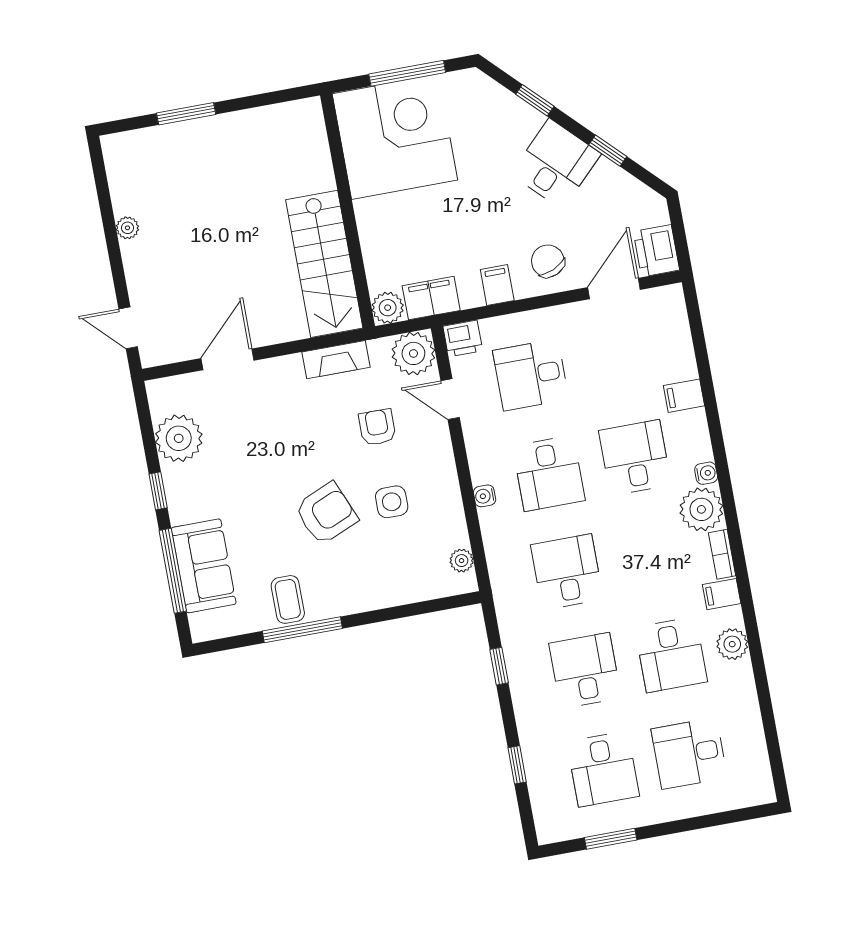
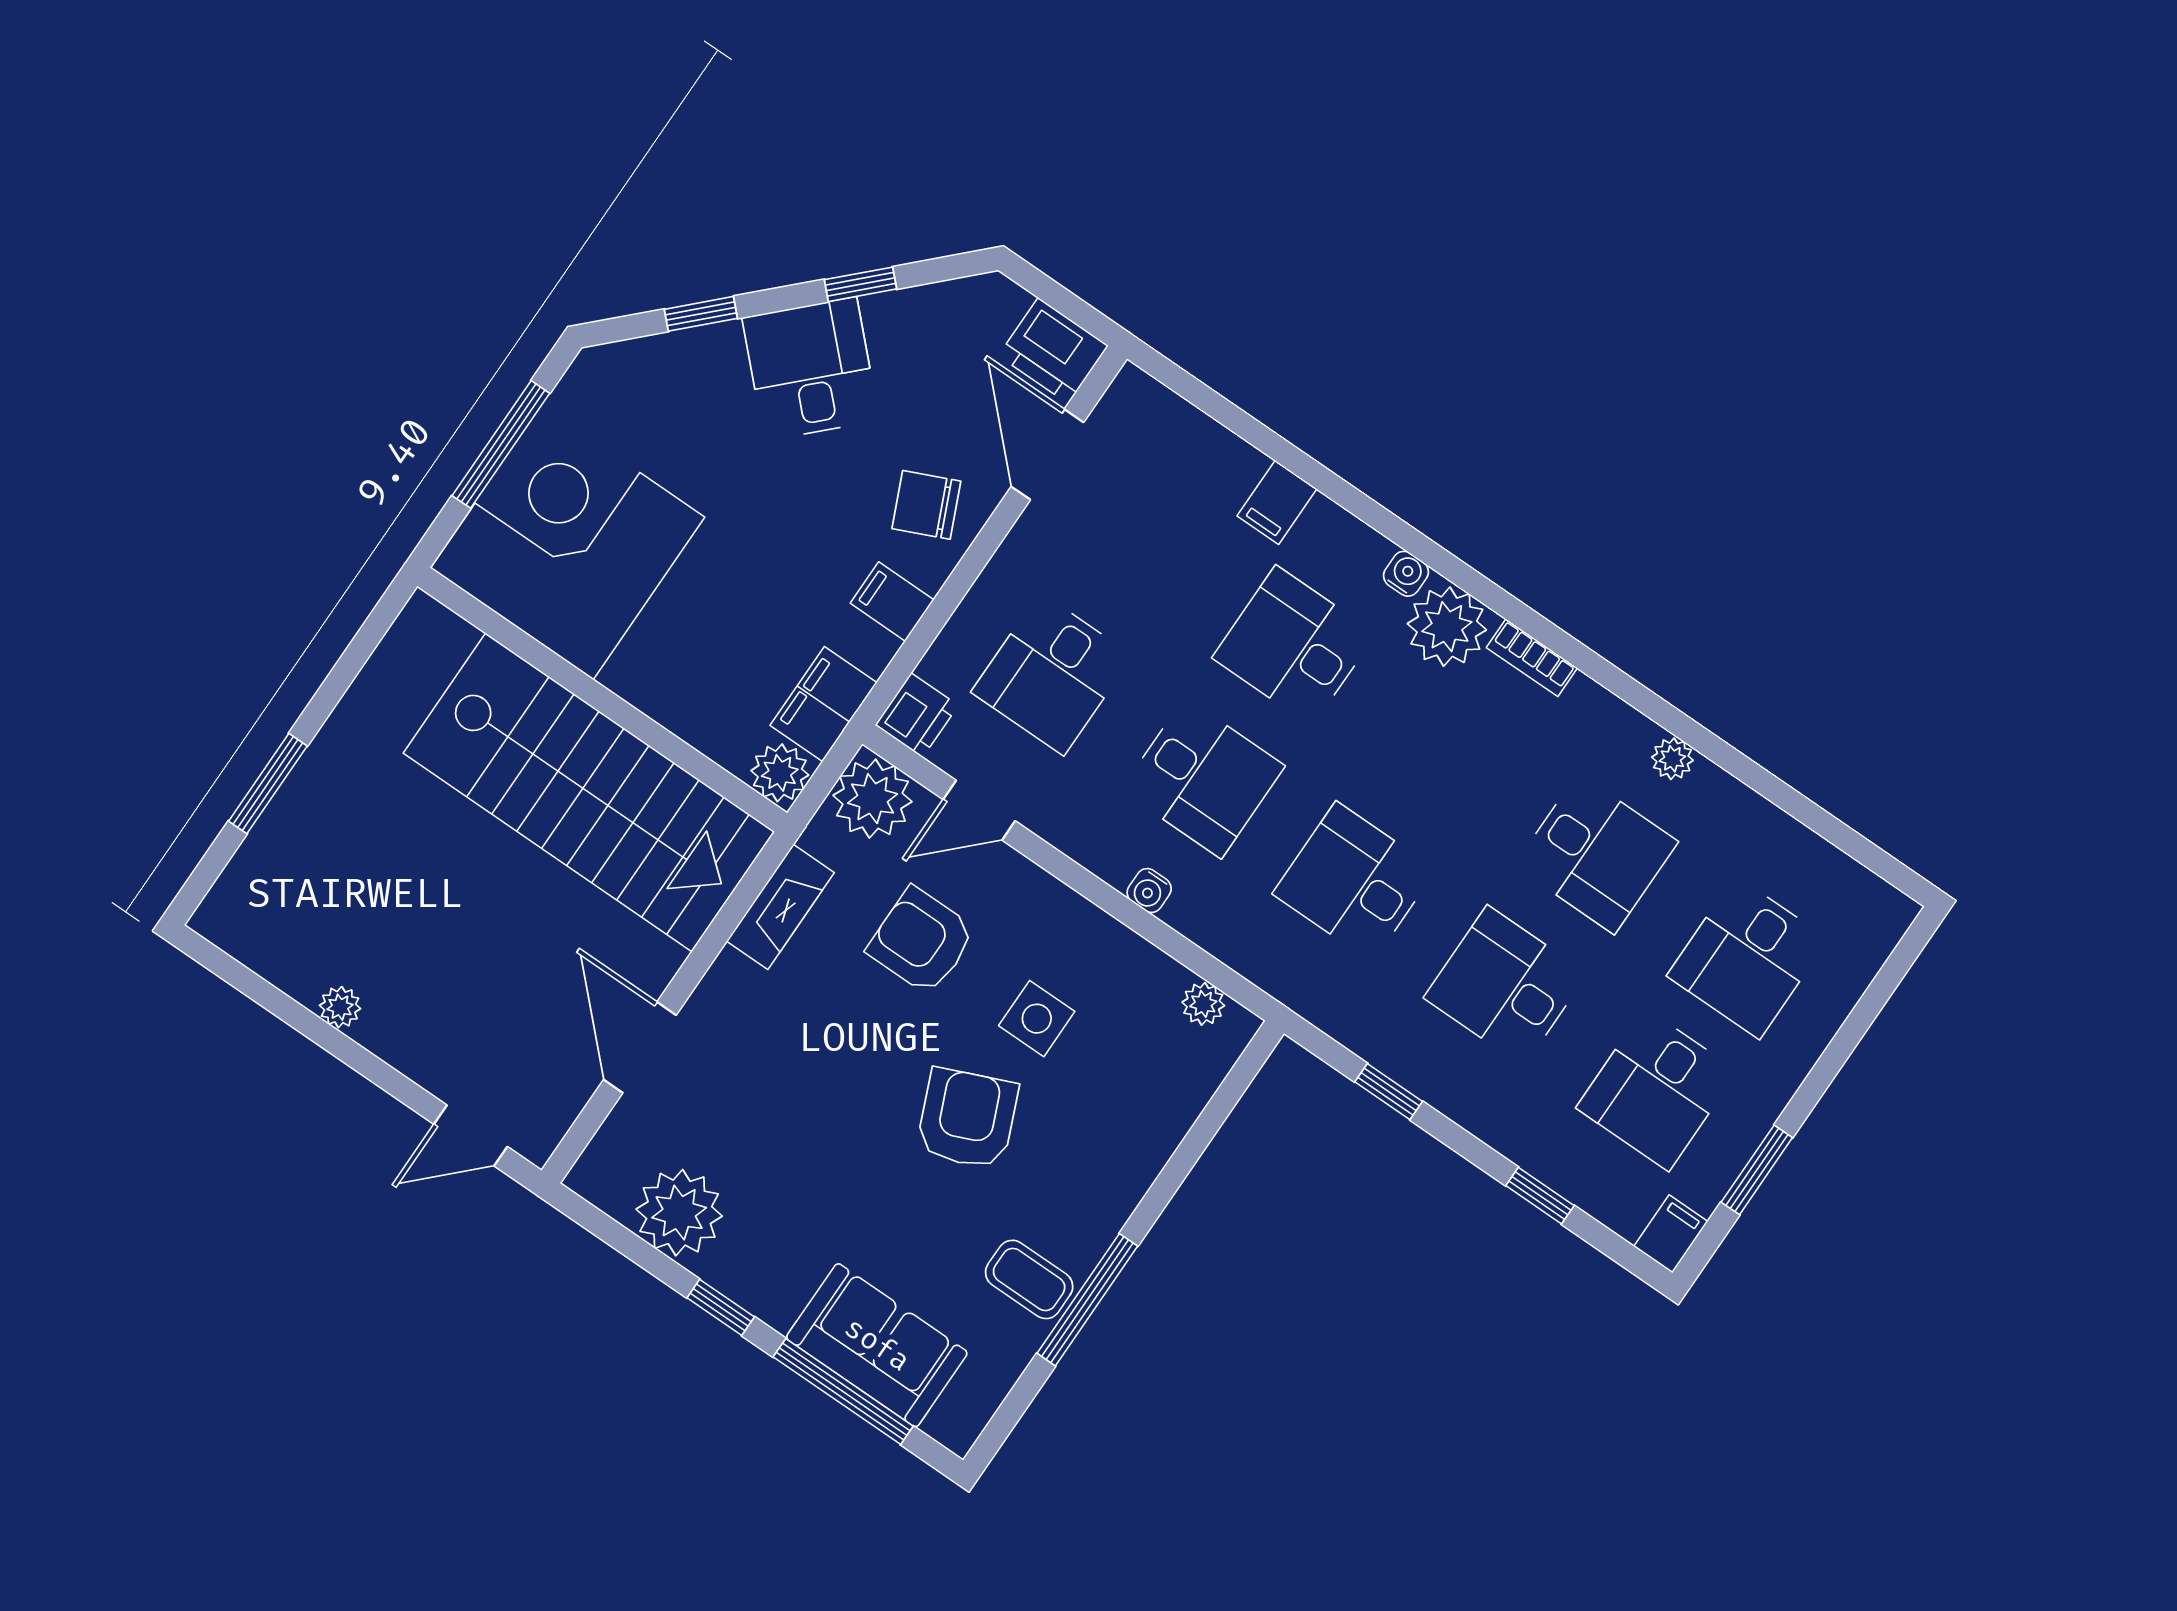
stairs: (324, 264) -> (589, 792), width x1.36, depth x1.51
armchair: (377, 427) -> (921, 941), width x1.38, depth x1.38
filing cabinet: (722, 594) -> (1671, 1234), moved, turned 180
plant: (732, 644) -> (1672, 759), width x0.73, depth x0.73
desk: (603, 769) -> (1657, 1090), turned 90

